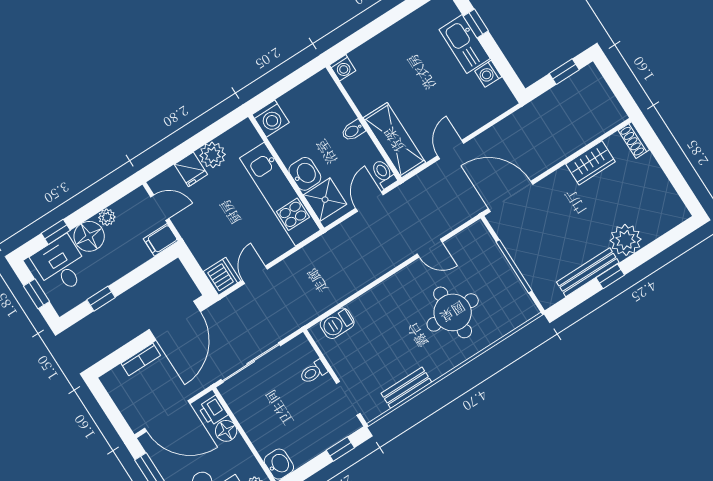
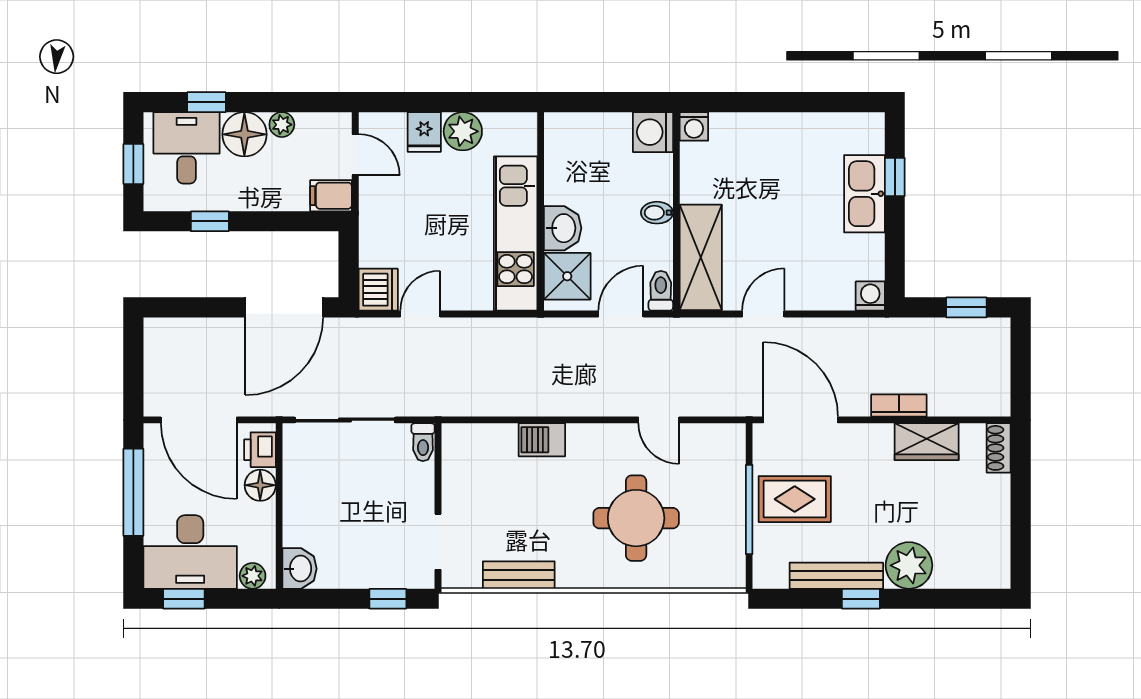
washing machine: (488, 74) -> (870, 296), moved, turned 90
washing machine: (271, 119) -> (653, 132), moved, turned 90
rug: (536, 244) -> (795, 499), added
barbecue: (337, 323) -> (542, 440), moved
bookcase: (141, 359) -> (899, 406), moved, turned 180
toilet: (313, 372) -> (423, 442), moved, turned -90

